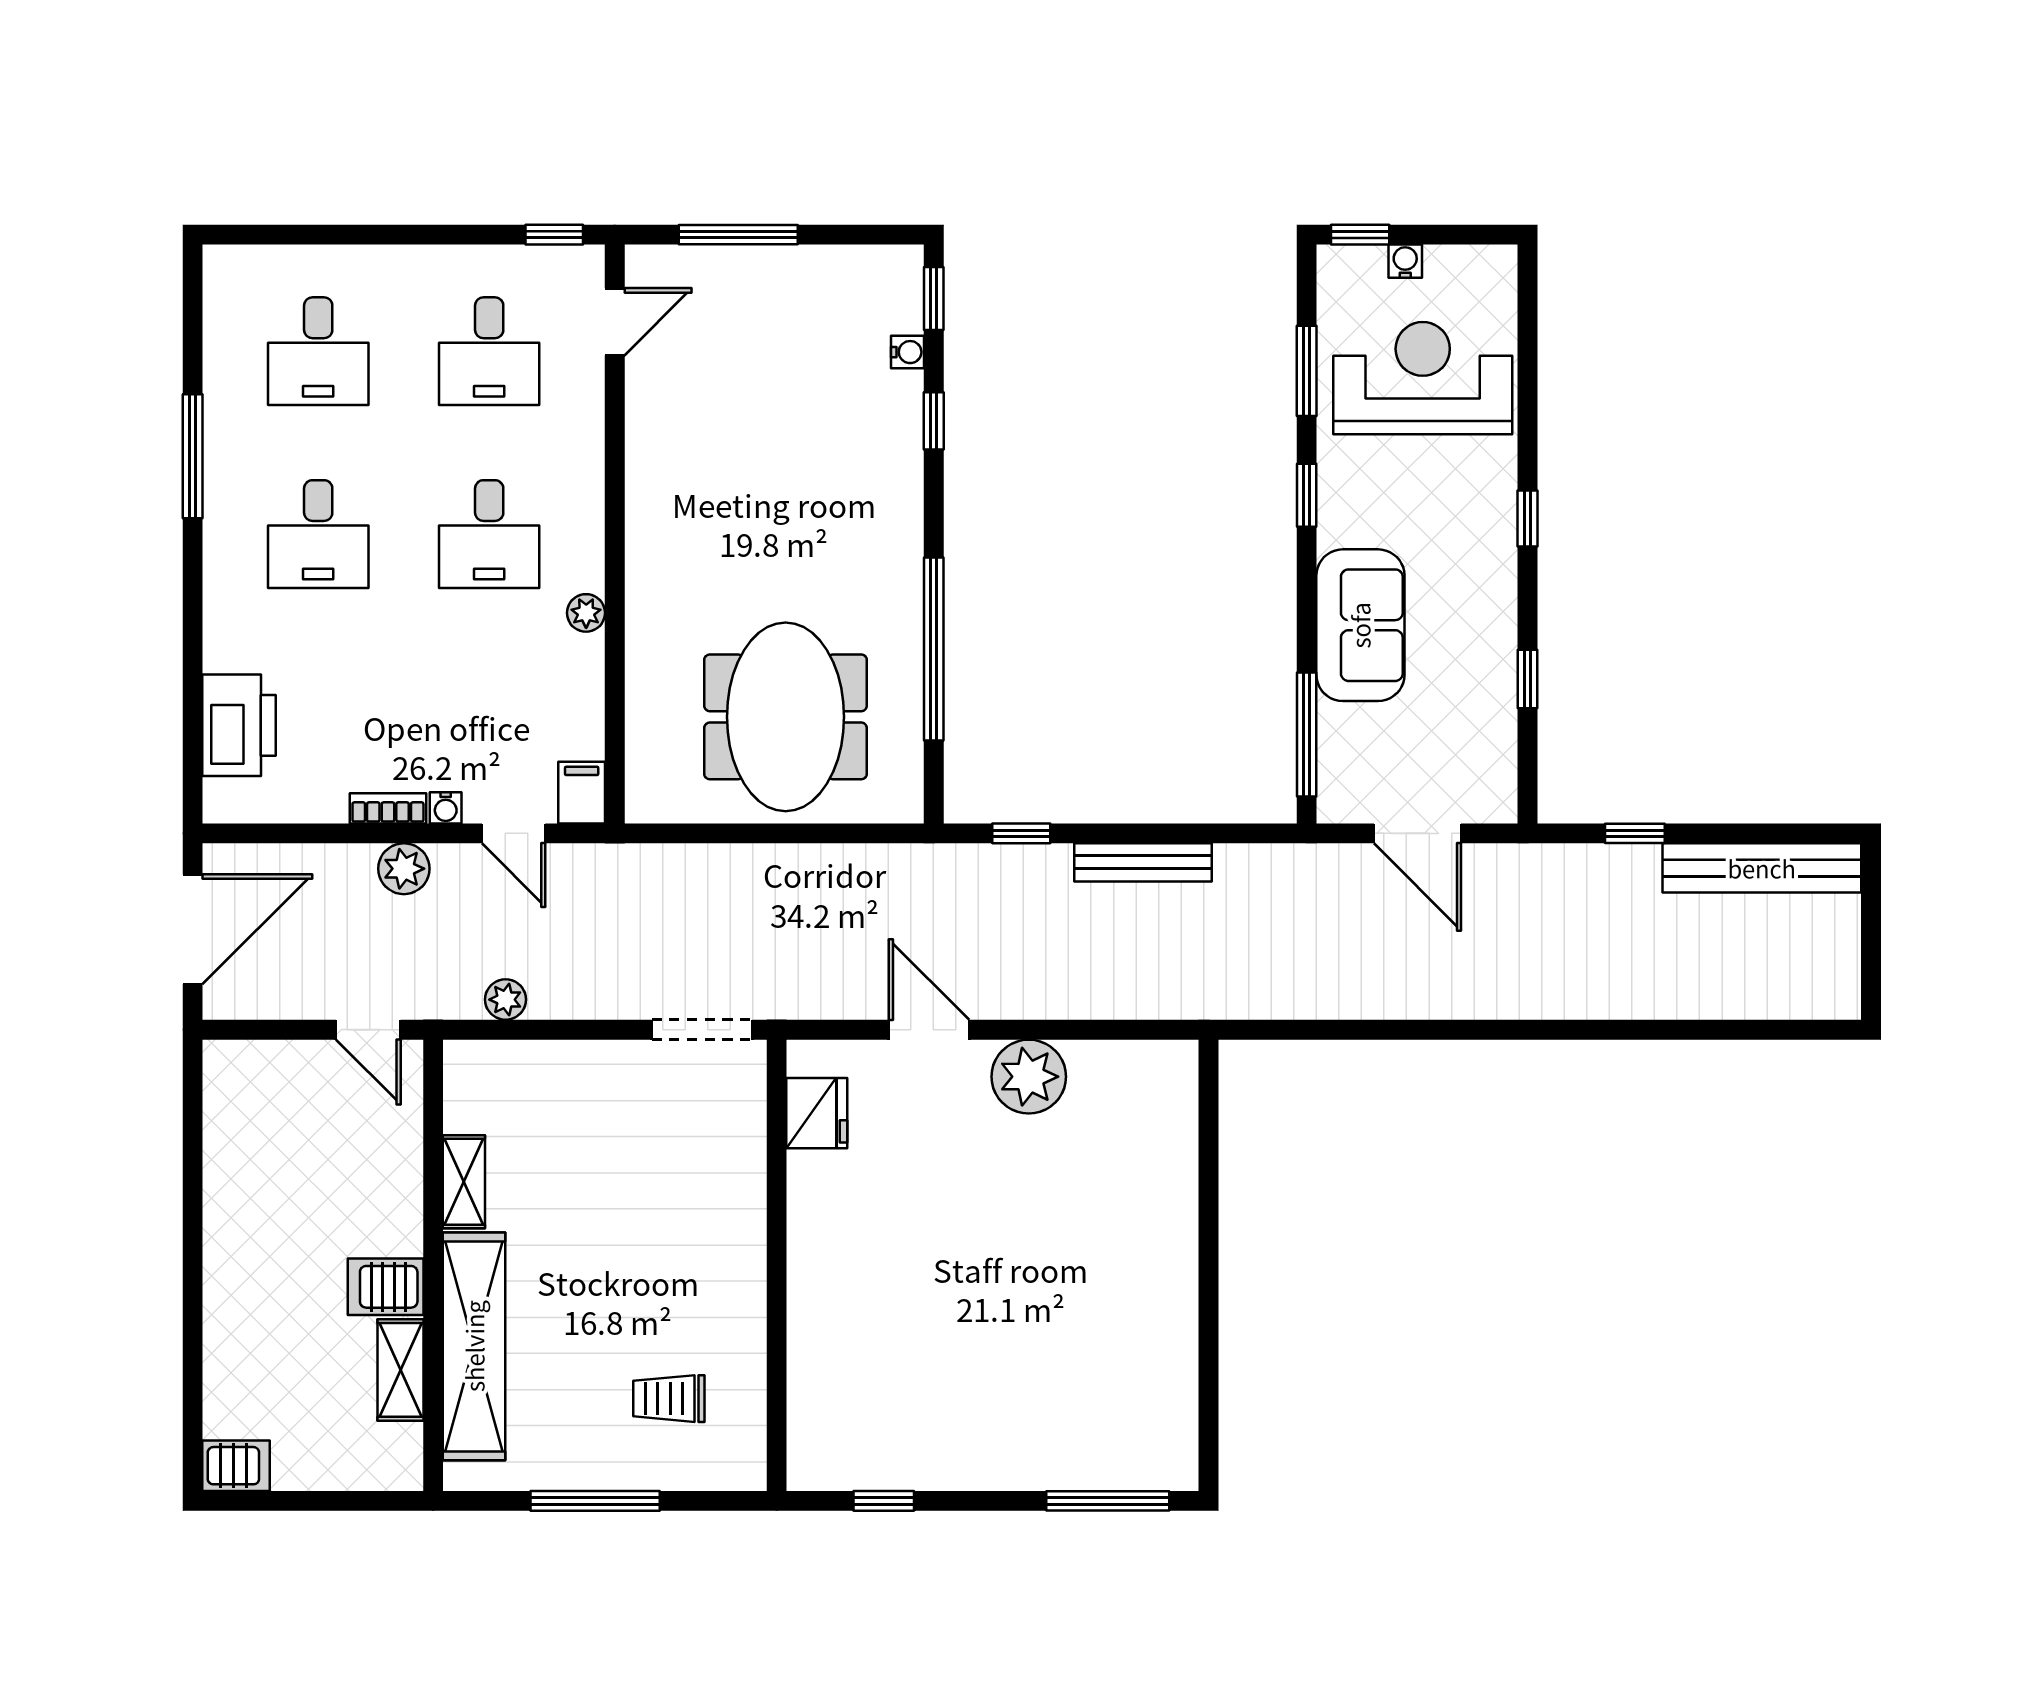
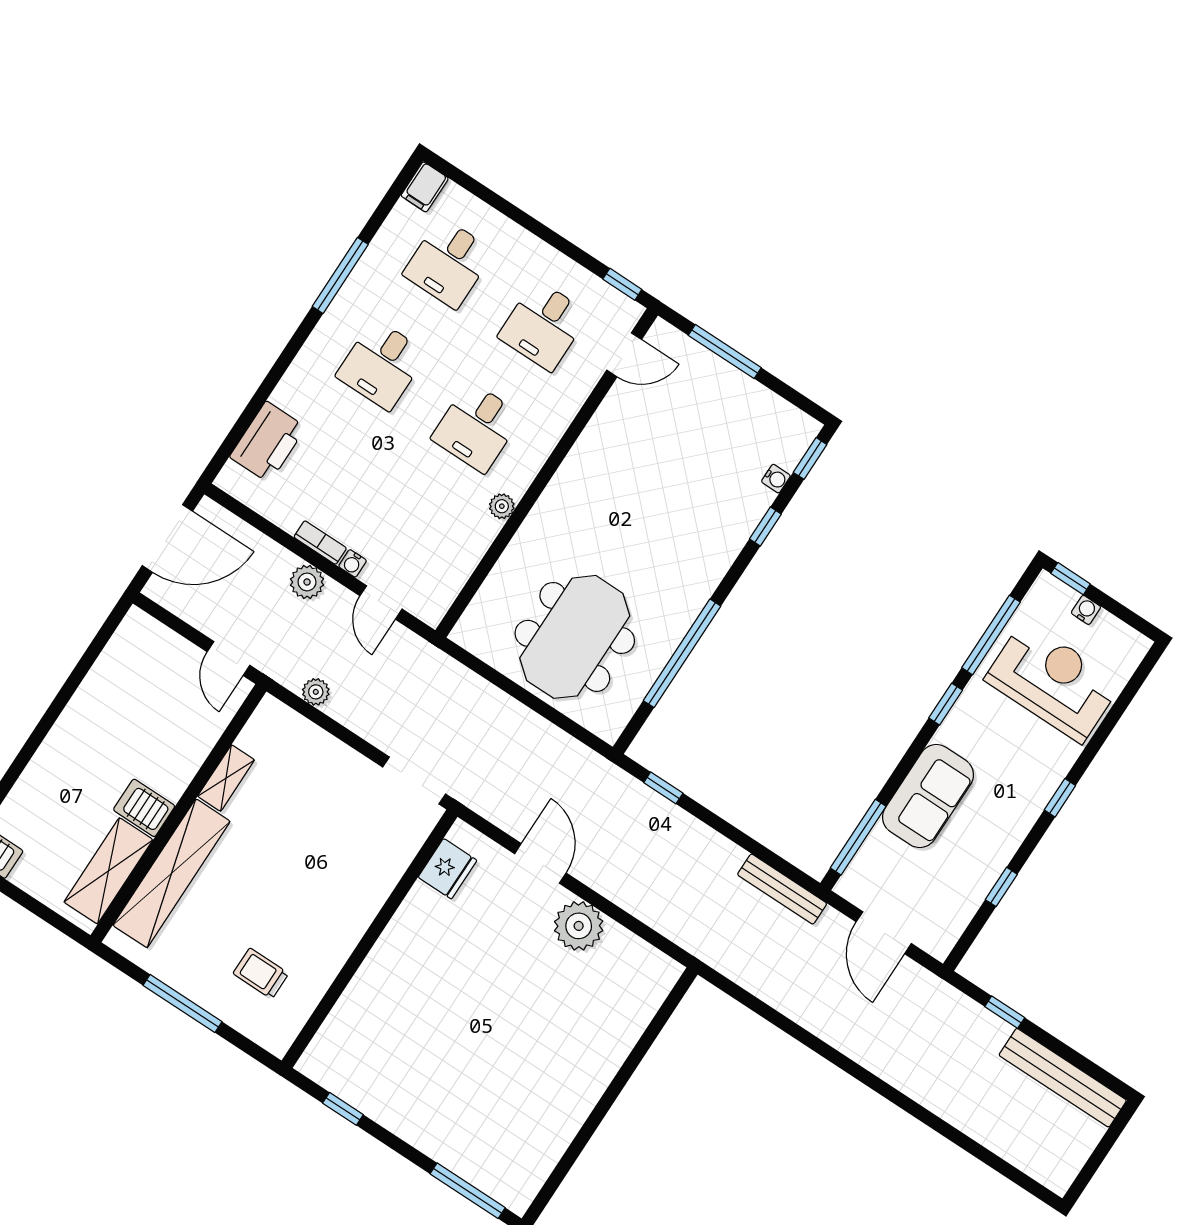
window: (1307, 371) -> (991, 635), width x1.44
filing cabinet: (582, 793) -> (425, 187), moved, turned 180
bench: (1143, 862) -> (782, 889), moved
shelving: (400, 1370) -> (108, 871), width x1.50, depth x1.33

